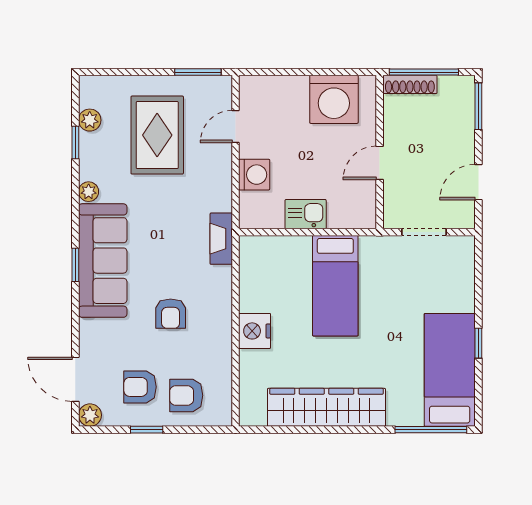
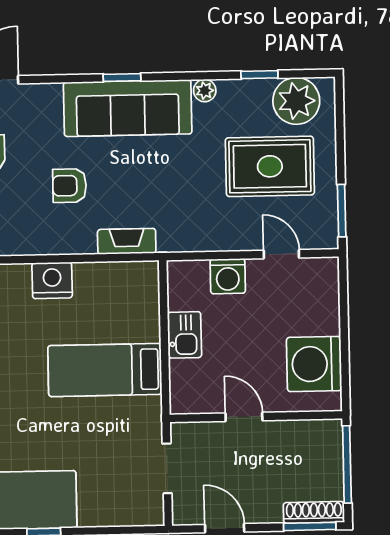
shoe rack: (410, 84) -> (314, 512), moved, turned 90
plant: (90, 120) -> (296, 101), width x1.87, depth x1.87
fireplace: (221, 239) -> (127, 241), moved

